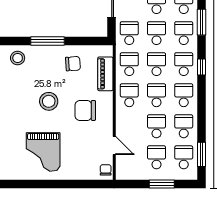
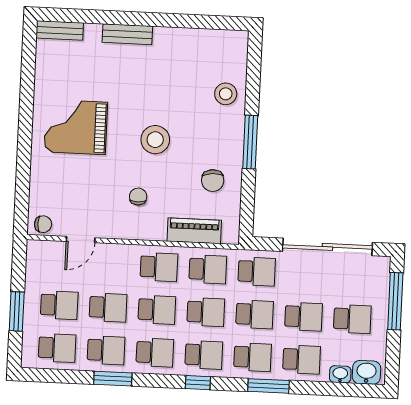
chair: (85, 110) -> (138, 197), width x0.54, depth x0.54
window: (201, 154) -> (113, 379), moved

